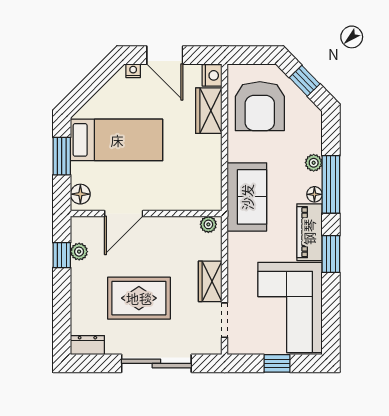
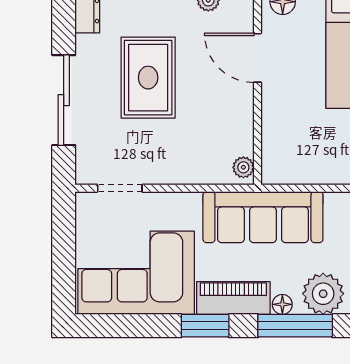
plant: (314, 163) -> (323, 294), width x1.88, depth x1.88
sofa: (247, 197) -> (263, 217), width x1.36
wardrobe: (210, 281) -> (170, 170), removed
window: (277, 363) -> (64, 256), removed

